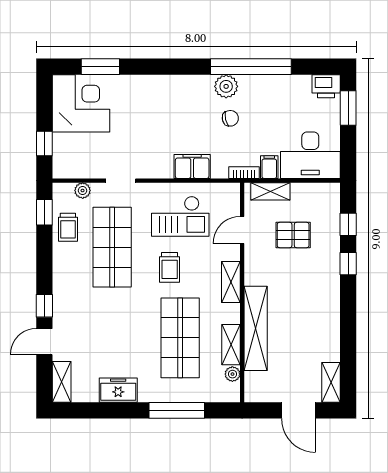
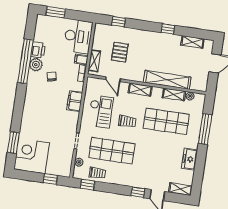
plant: (226, 86) -> (36, 65), moved
printer: (326, 86) -> (38, 50), moved
window: (348, 264) -> (168, 29), moved
shelving: (331, 382) -> (193, 42), moved

